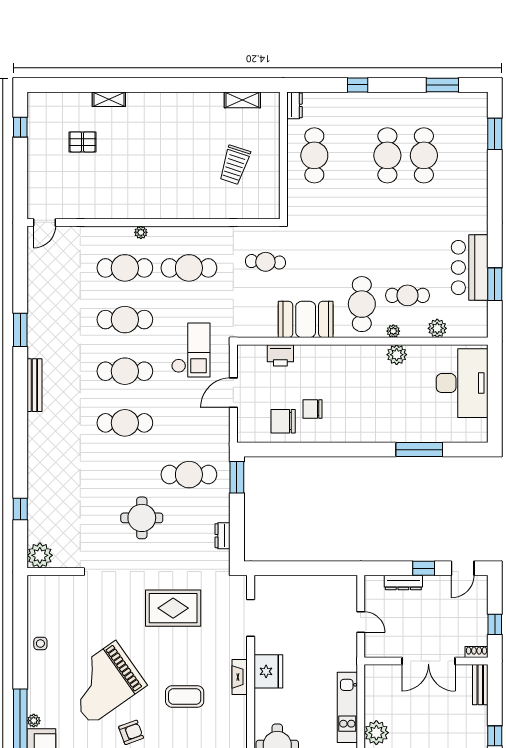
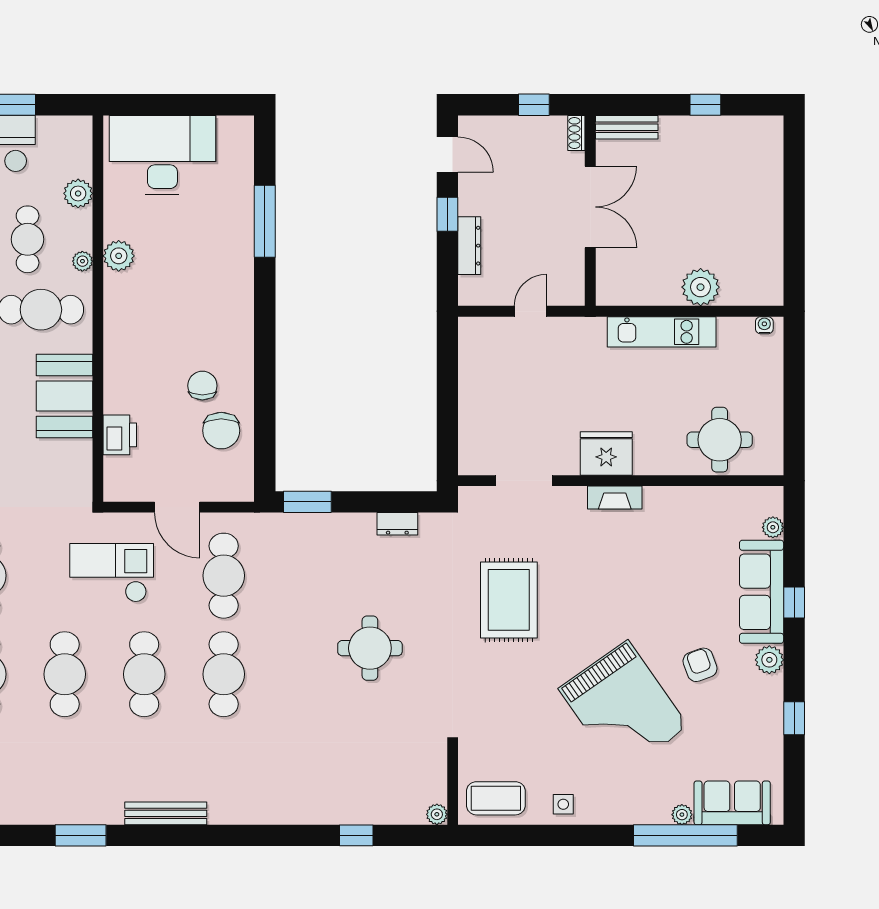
chair: (312, 409) -> (202, 386), turned 180
cafe table: (189, 475) -> (224, 576), moved
plant: (40, 555) -> (437, 814), width x0.53, depth x0.53
coffee table: (185, 696) -> (496, 798), moved, turned 90

